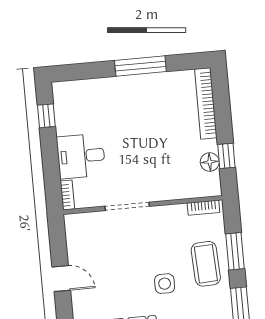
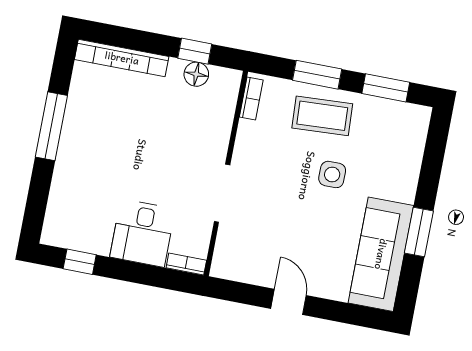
door: (61, 279) -> (288, 302), hinge flipped

